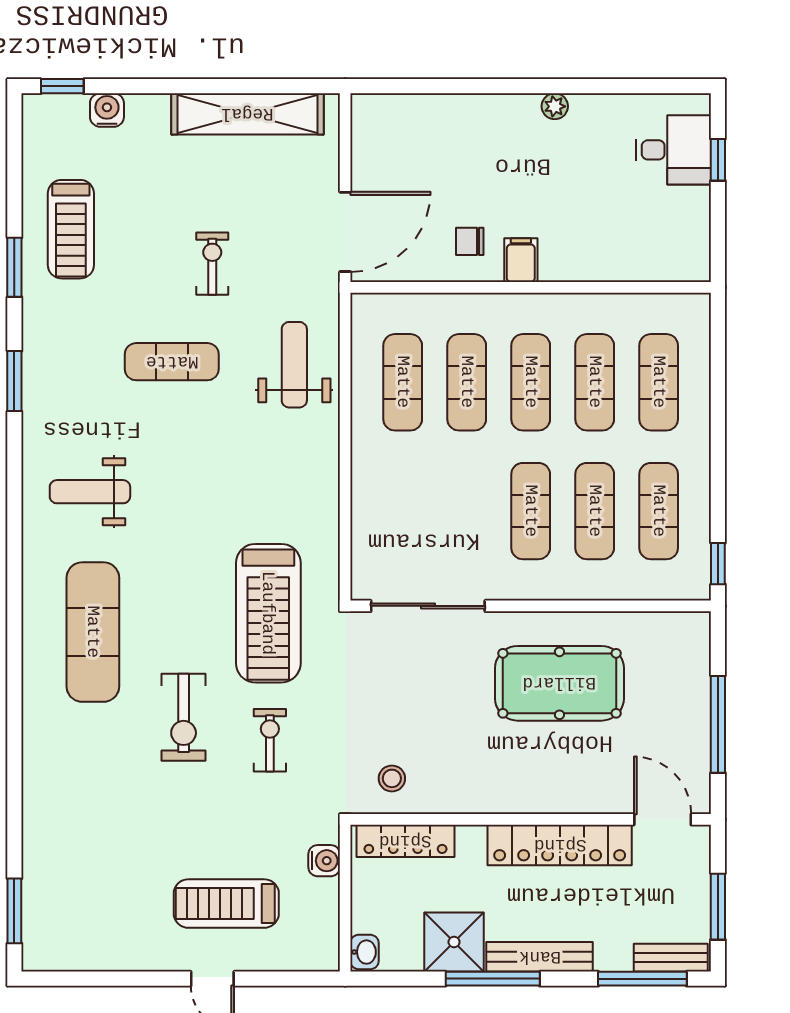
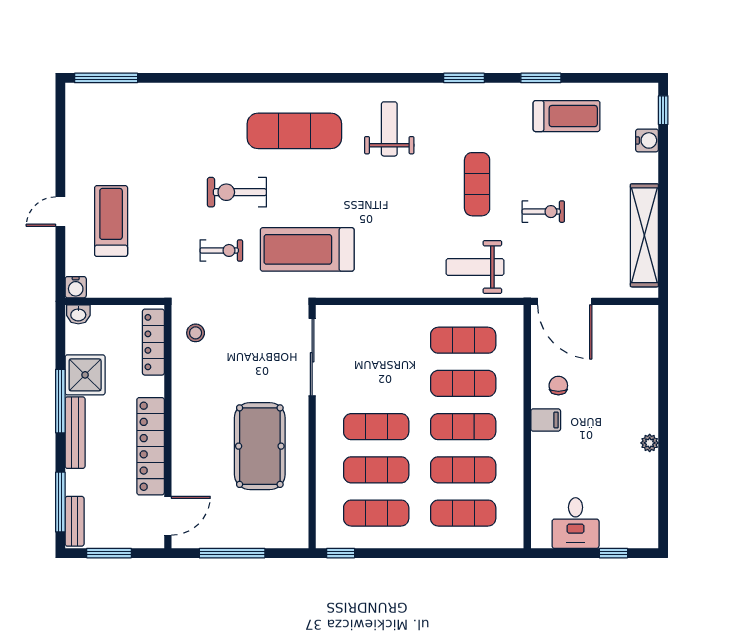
desk: (673, 150) -> (576, 523), moved
treadmill: (71, 229) -> (567, 116), turned 180
weight bench: (294, 365) -> (475, 267), turned 180
water cooler: (324, 861) -> (76, 287), moved
window: (14, 911) -> (106, 78), width x1.44

